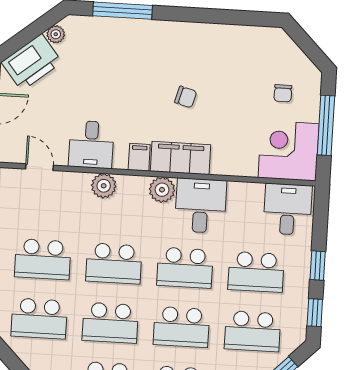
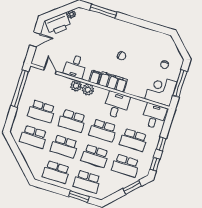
plant: (162, 190) -> (88, 90), moved

